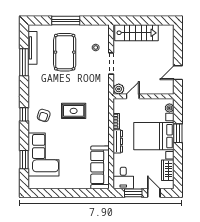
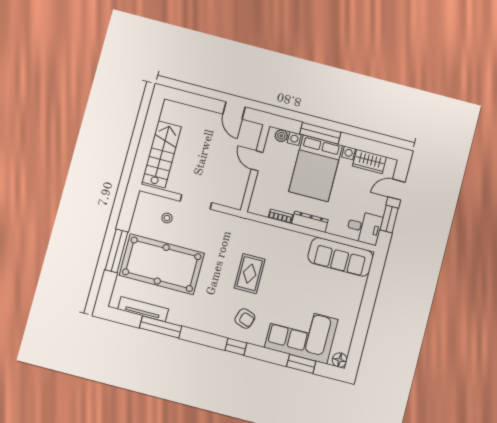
pool table: (65, 52) -> (162, 264), width x1.36, depth x1.32
plant: (119, 89) -> (235, 201), removed
door: (133, 96) -> (257, 161), moved
window: (178, 133) -> (320, 133), width x1.44
floor lamp: (33, 184) -> (340, 360), added

